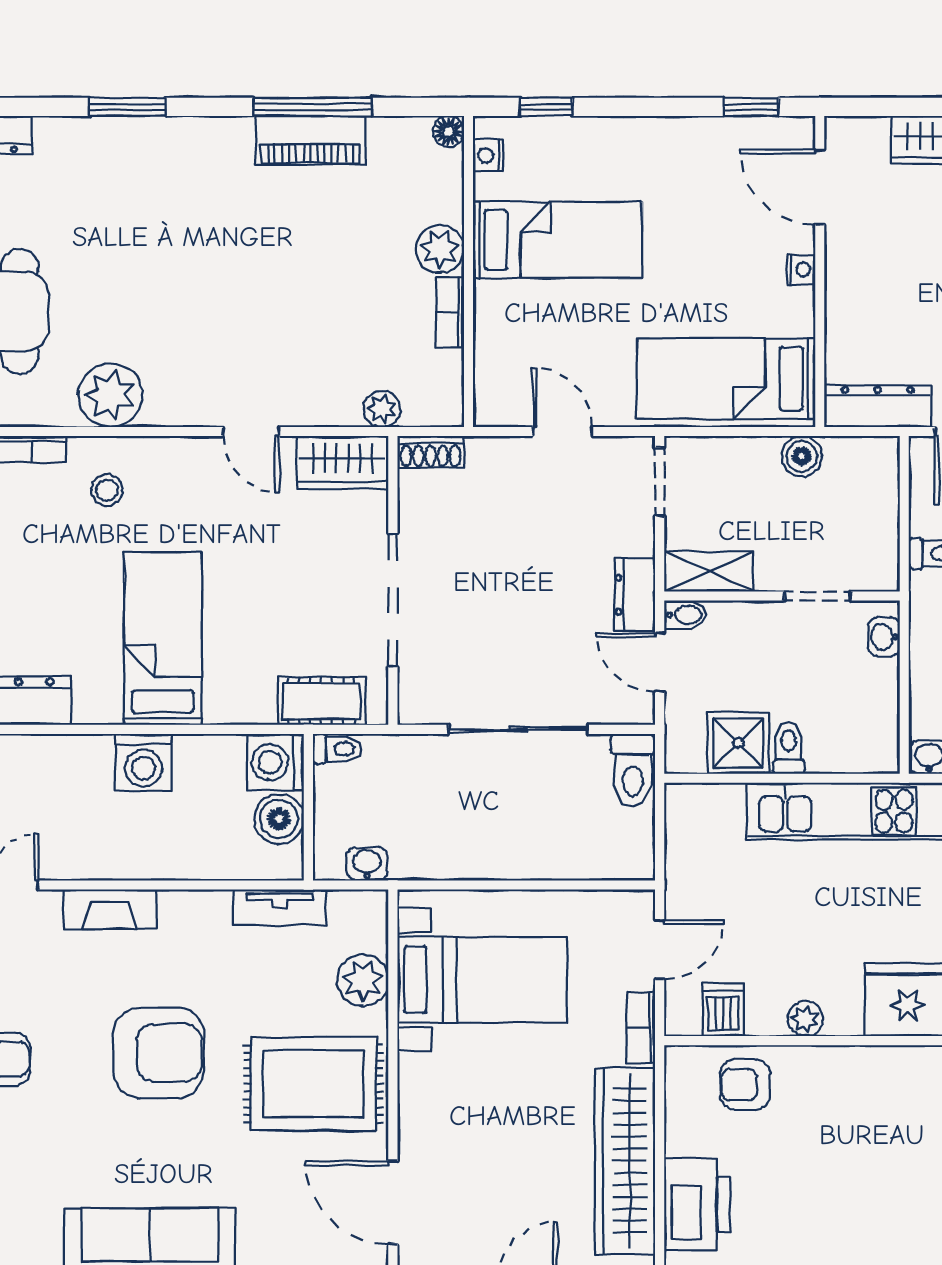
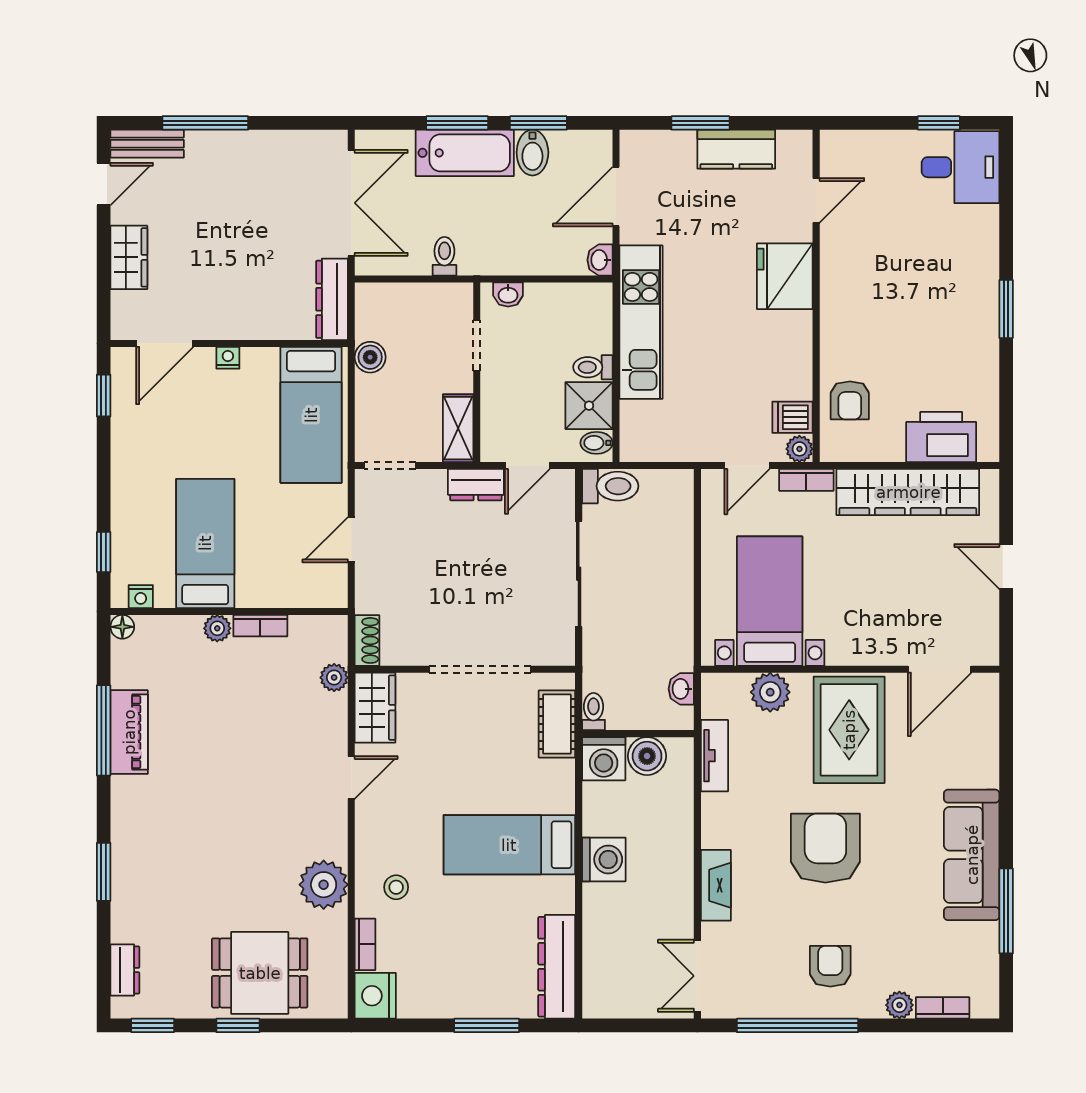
plant: (440, 249) -> (217, 628), width x0.73, depth x0.73
bidet: (685, 615) -> (596, 443), moved, turned -90
door: (660, 950) -> (747, 466), swing flipped
plant: (805, 1019) -> (799, 449), moved

